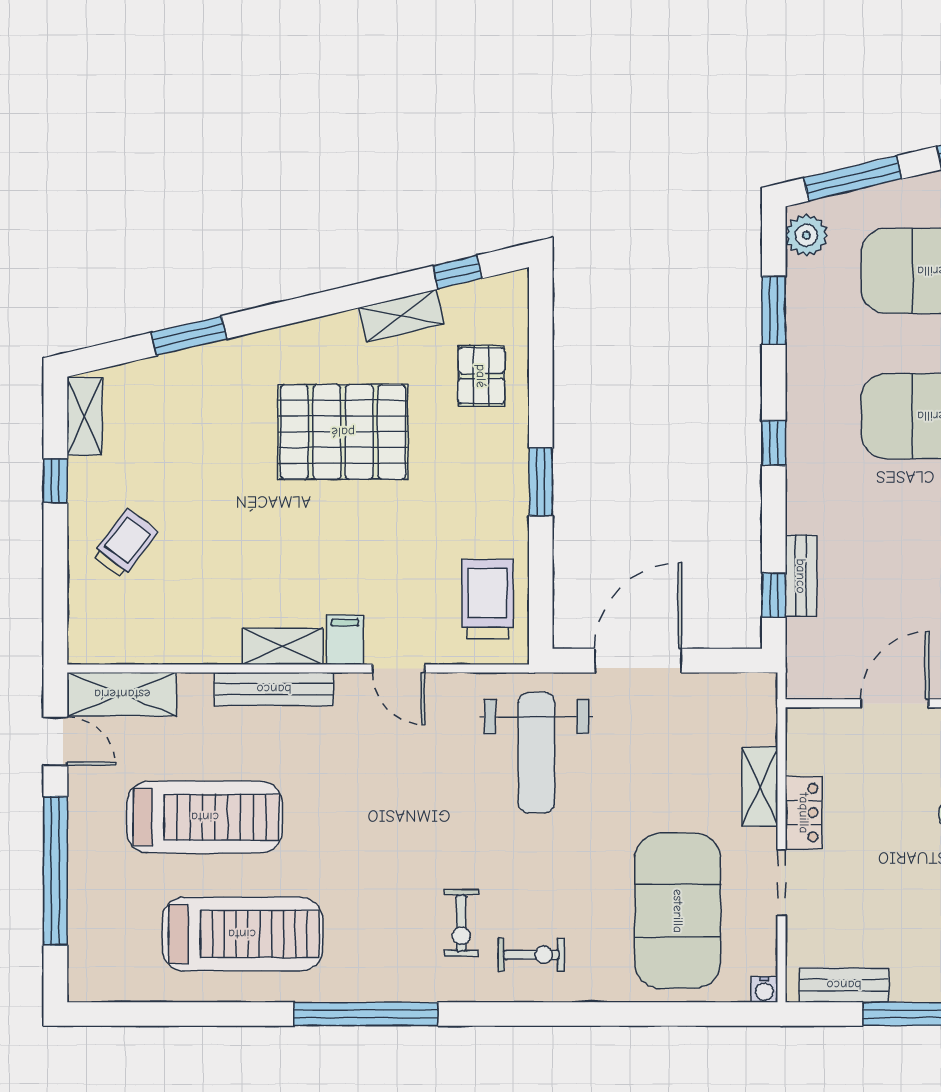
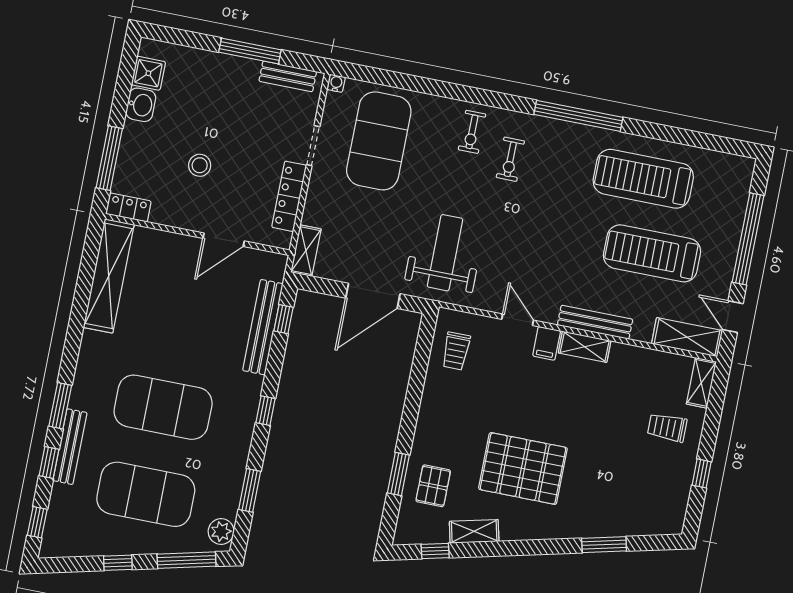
shelving: (85, 416) -> (701, 383), moved
window: (541, 482) -> (398, 474), moved
trolley: (125, 543) -> (667, 427), turned 53
bench: (801, 576) -> (263, 327), width x1.86, depth x1.21
trolley: (487, 599) -> (456, 351), width x0.73, depth x0.72
shelving: (760, 787) -> (306, 251), moved
locker: (804, 813) -> (289, 196), width x1.53
exercise bike: (461, 923) -> (510, 159), turned 180
exercise bike: (531, 955) -> (472, 132), turned -90

